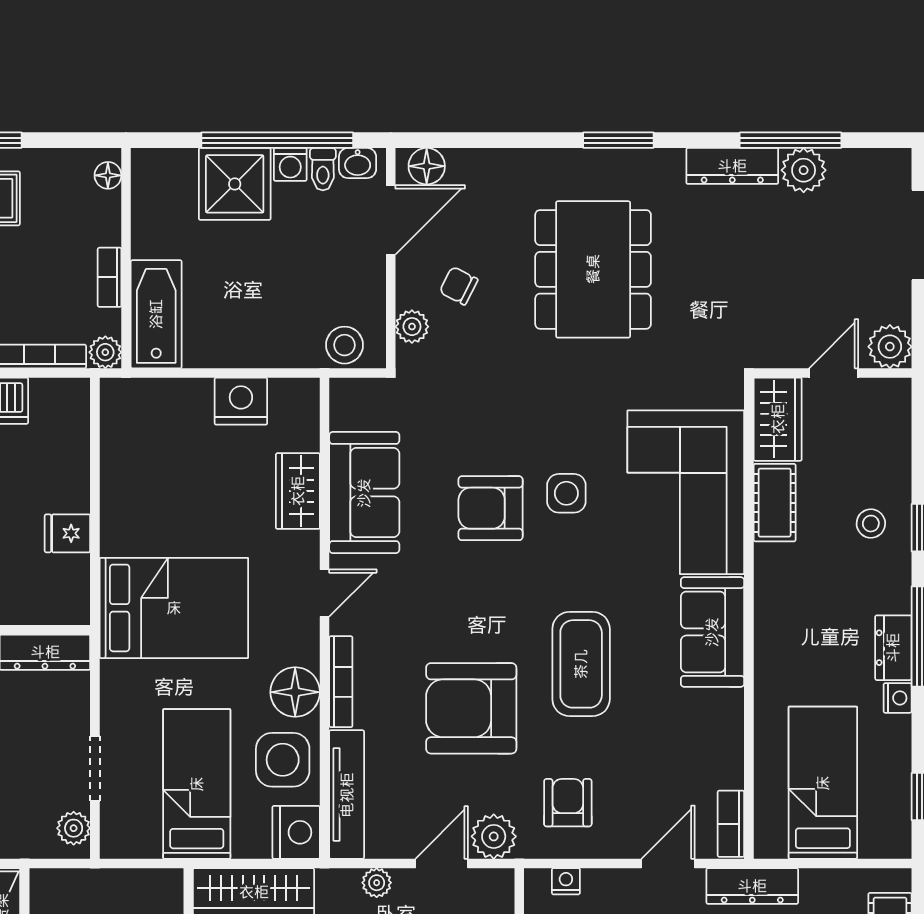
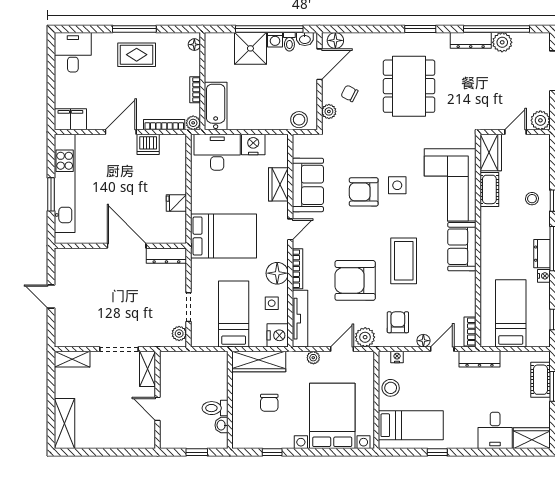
window: (790, 140) -> (496, 29), width x1.46
desk: (160, 418) -> (217, 152), added
side table: (283, 760) -> (272, 303), width x0.54, depth x0.54
floor lamp: (626, 844) -> (423, 341), added

